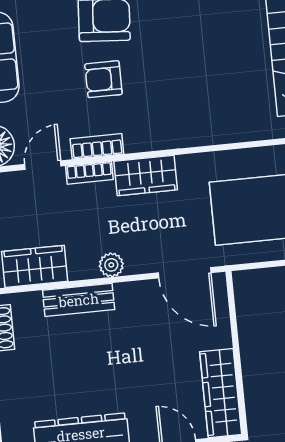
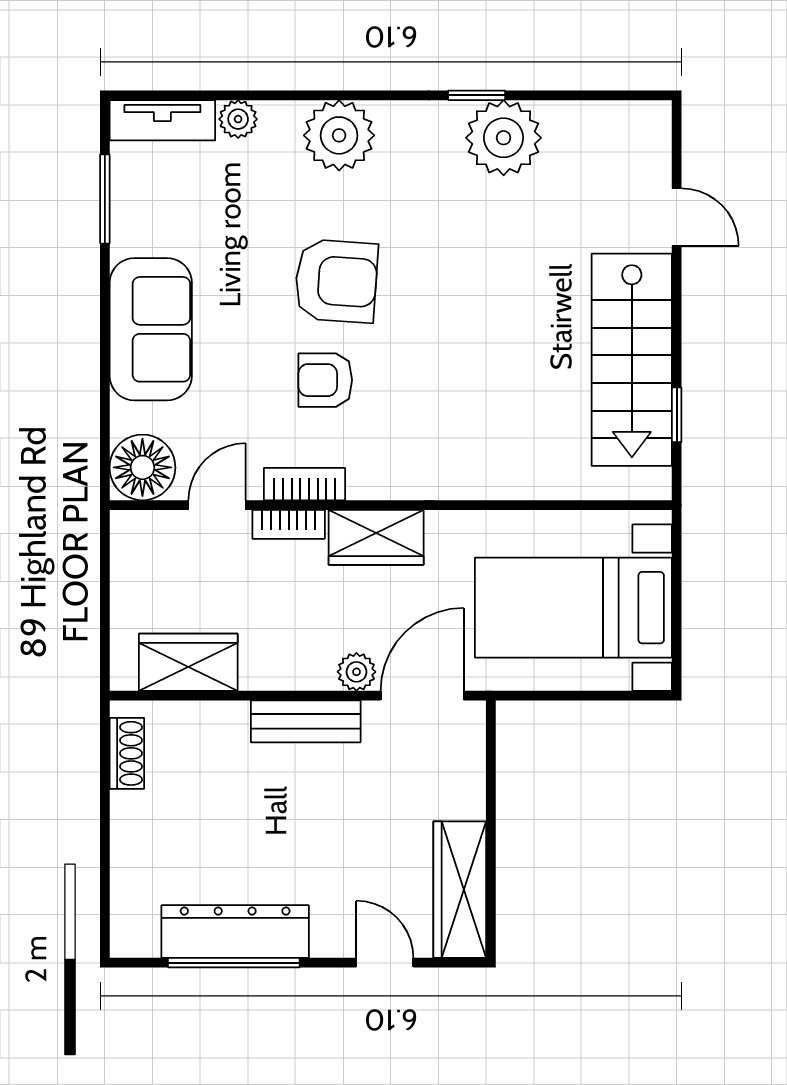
plant: (111, 265) -> (356, 672), moved
door: (185, 273) -> (422, 696), swing flipped
bench: (79, 300) -> (306, 721), moved

